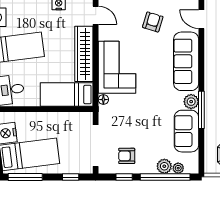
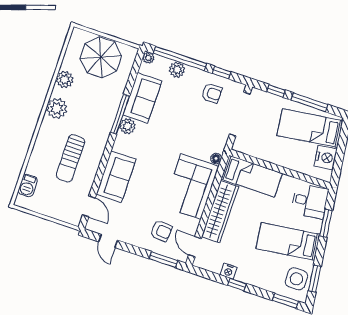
armchair: (153, 22) -> (161, 231), moved, turned -102
sofa: (186, 61) -> (116, 177), width x0.73
plant: (178, 168) -> (148, 58), moved
window: (25, 177) -> (309, 102), moved

